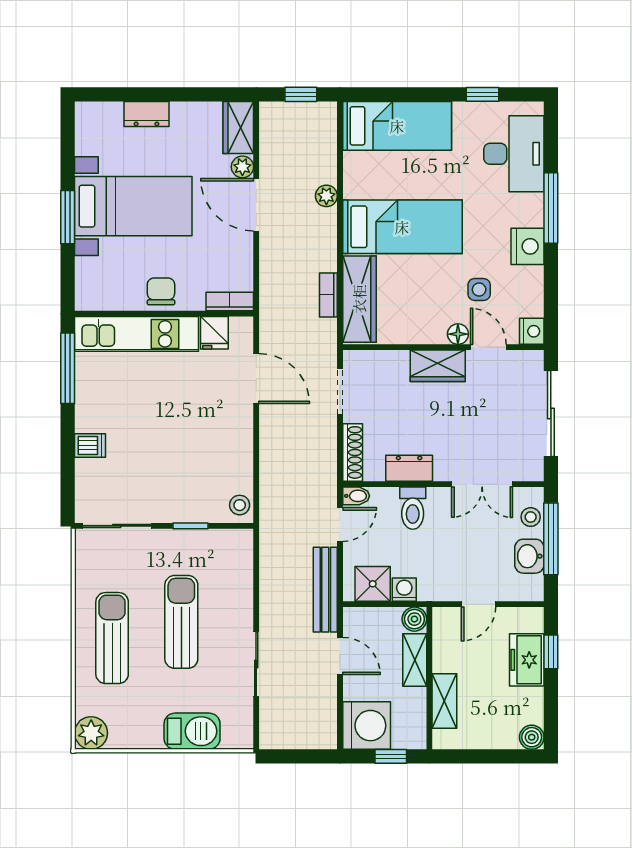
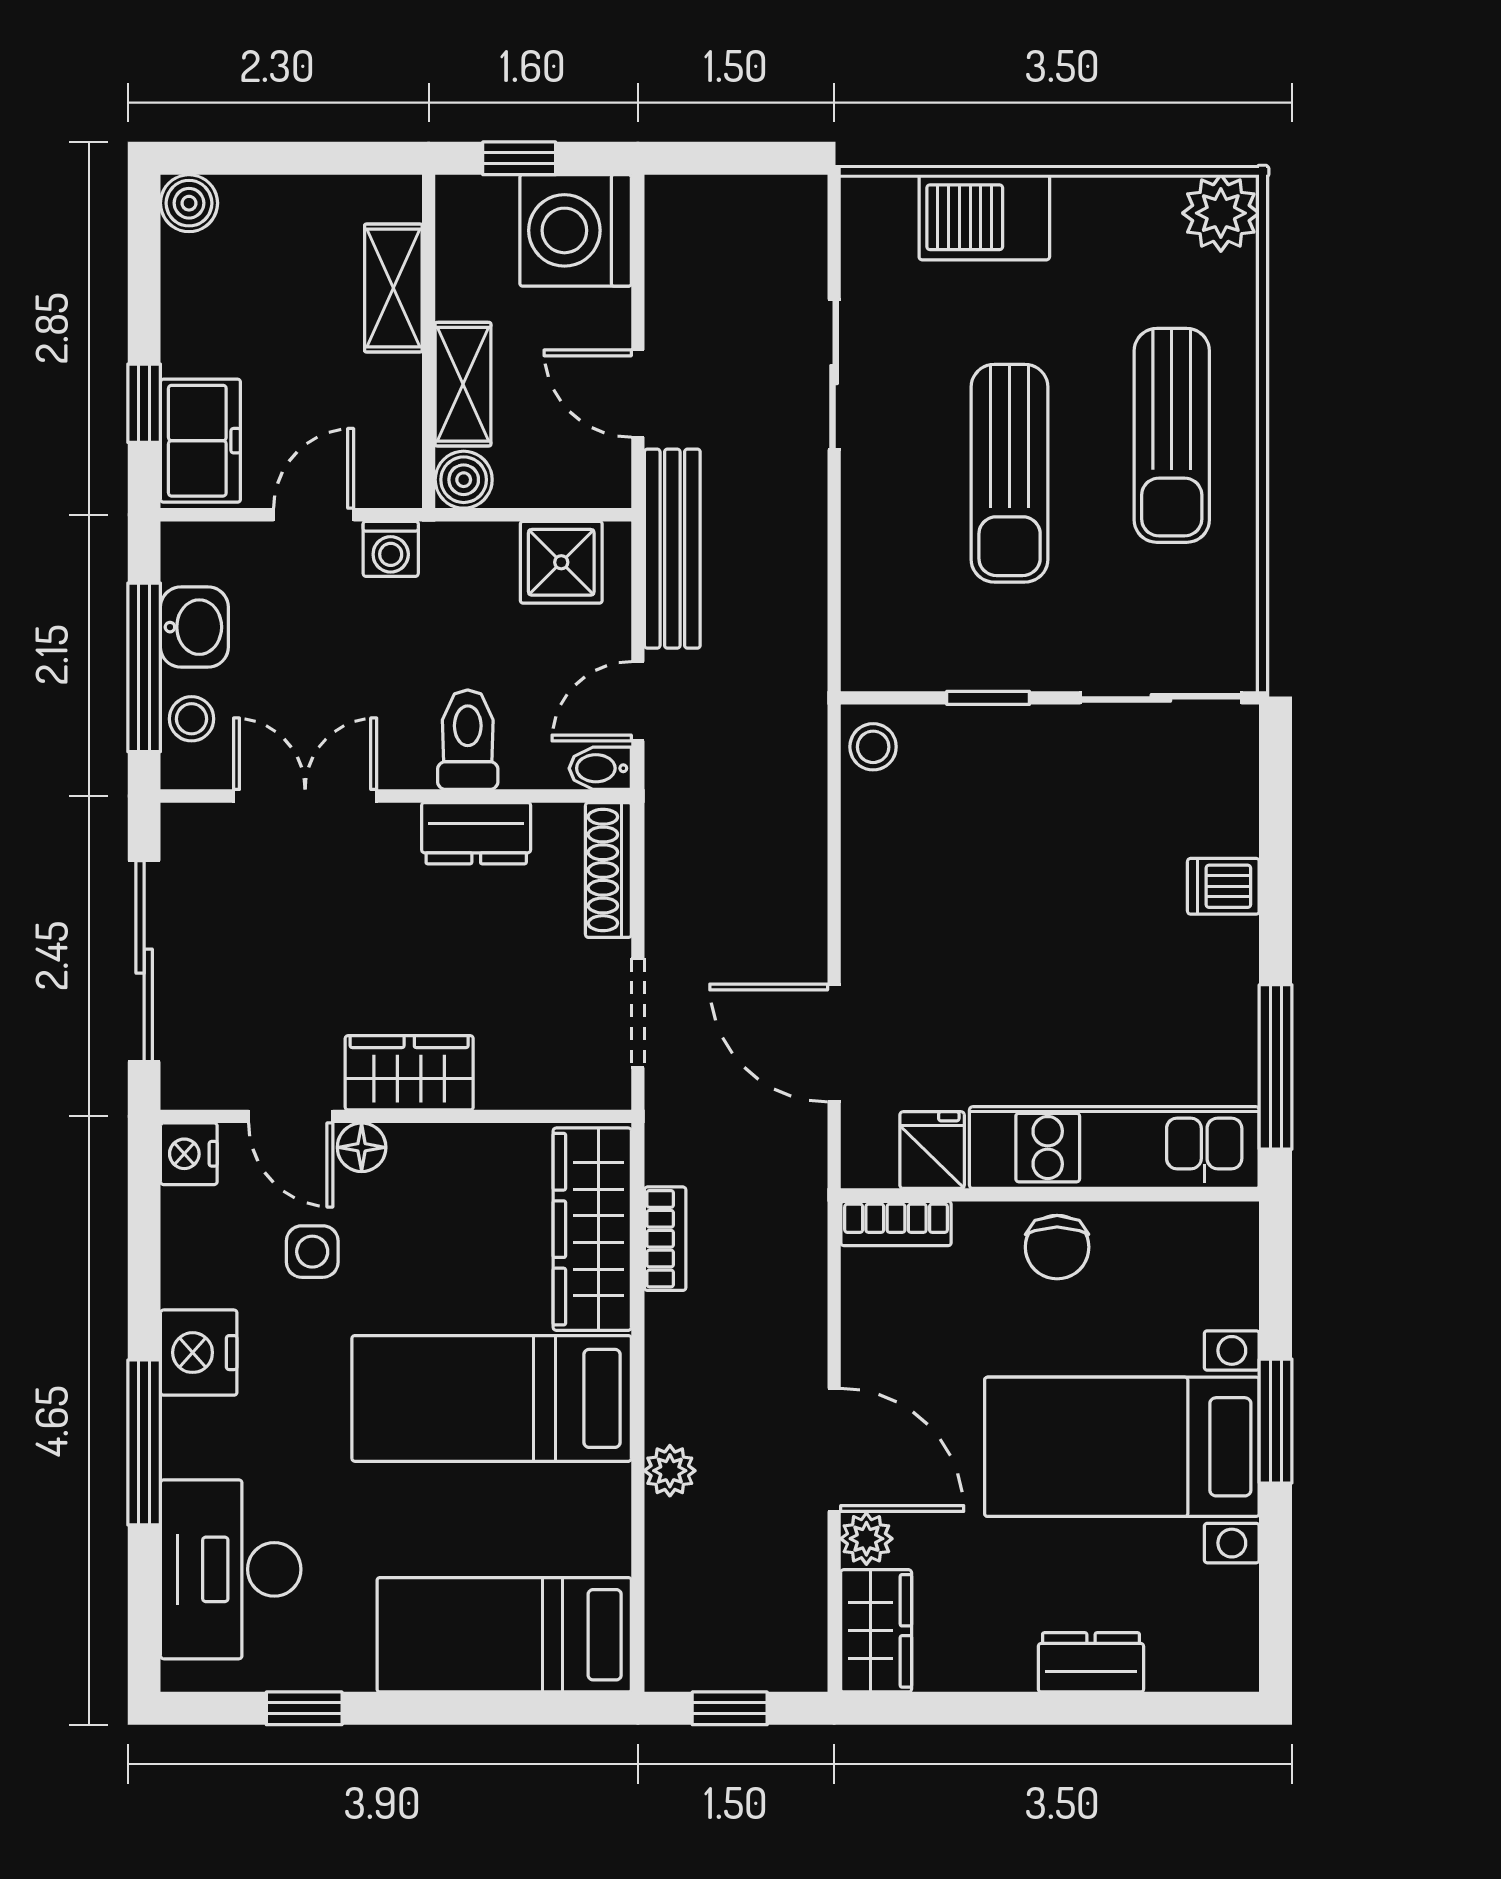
washing machine: (404, 590) -> (391, 549), moved
freezer: (527, 660) -> (200, 441), moved

